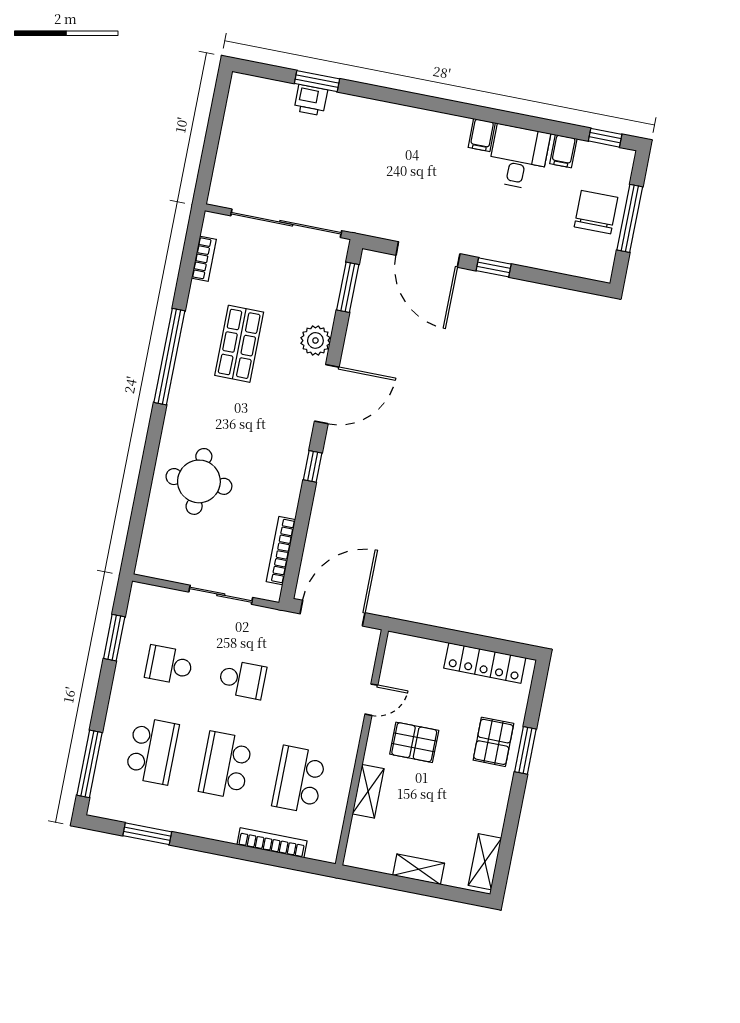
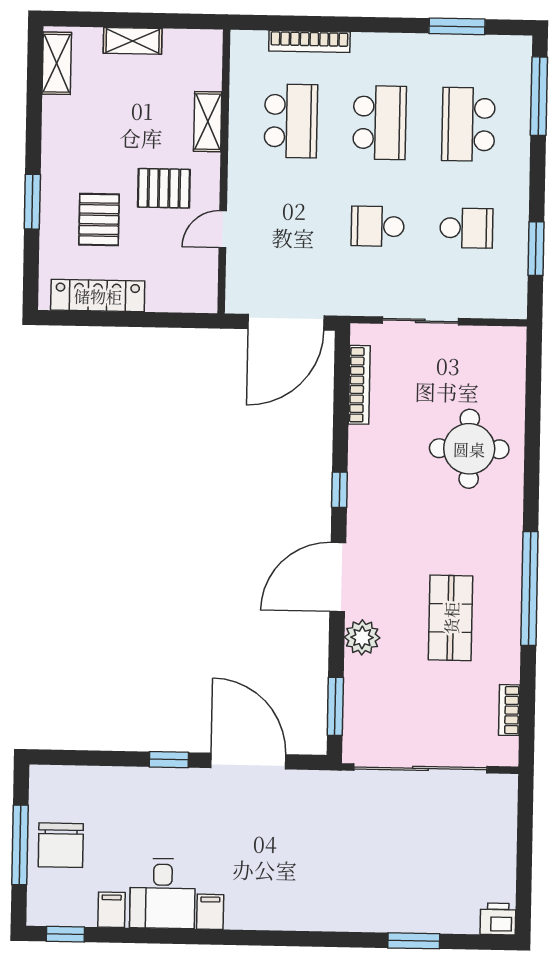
printer: (311, 100) -> (498, 919), moved
pallet: (493, 742) -> (99, 220), moved

